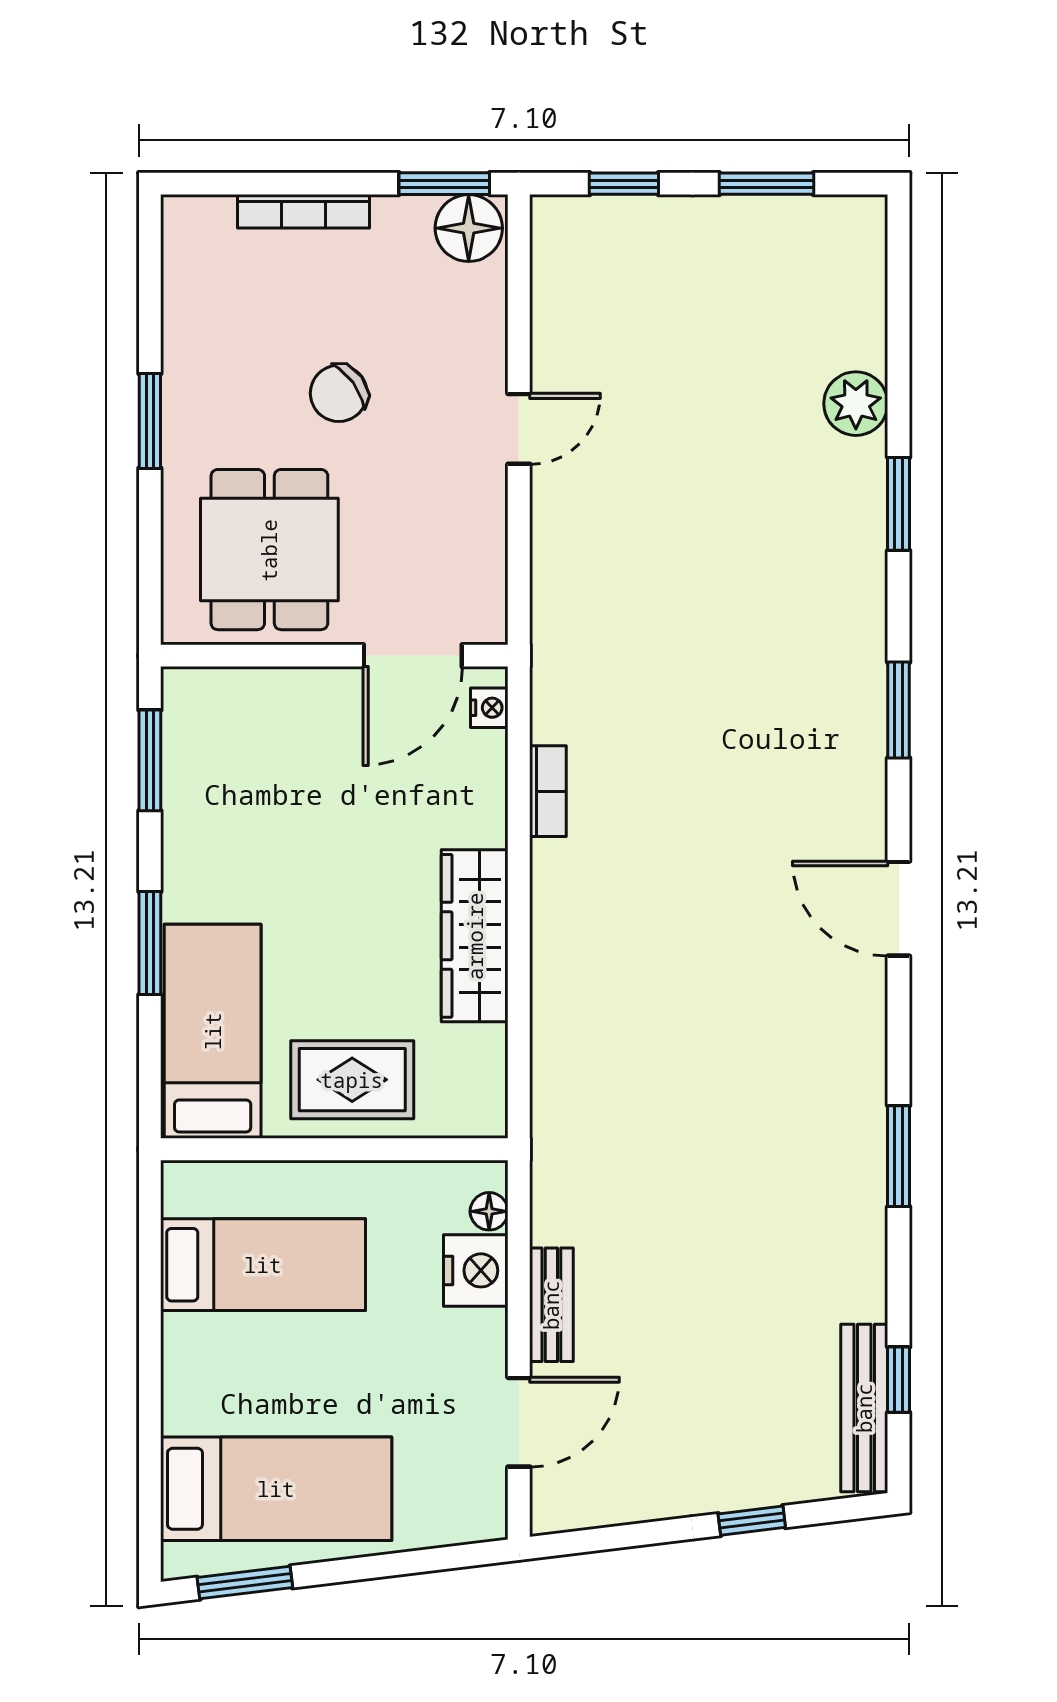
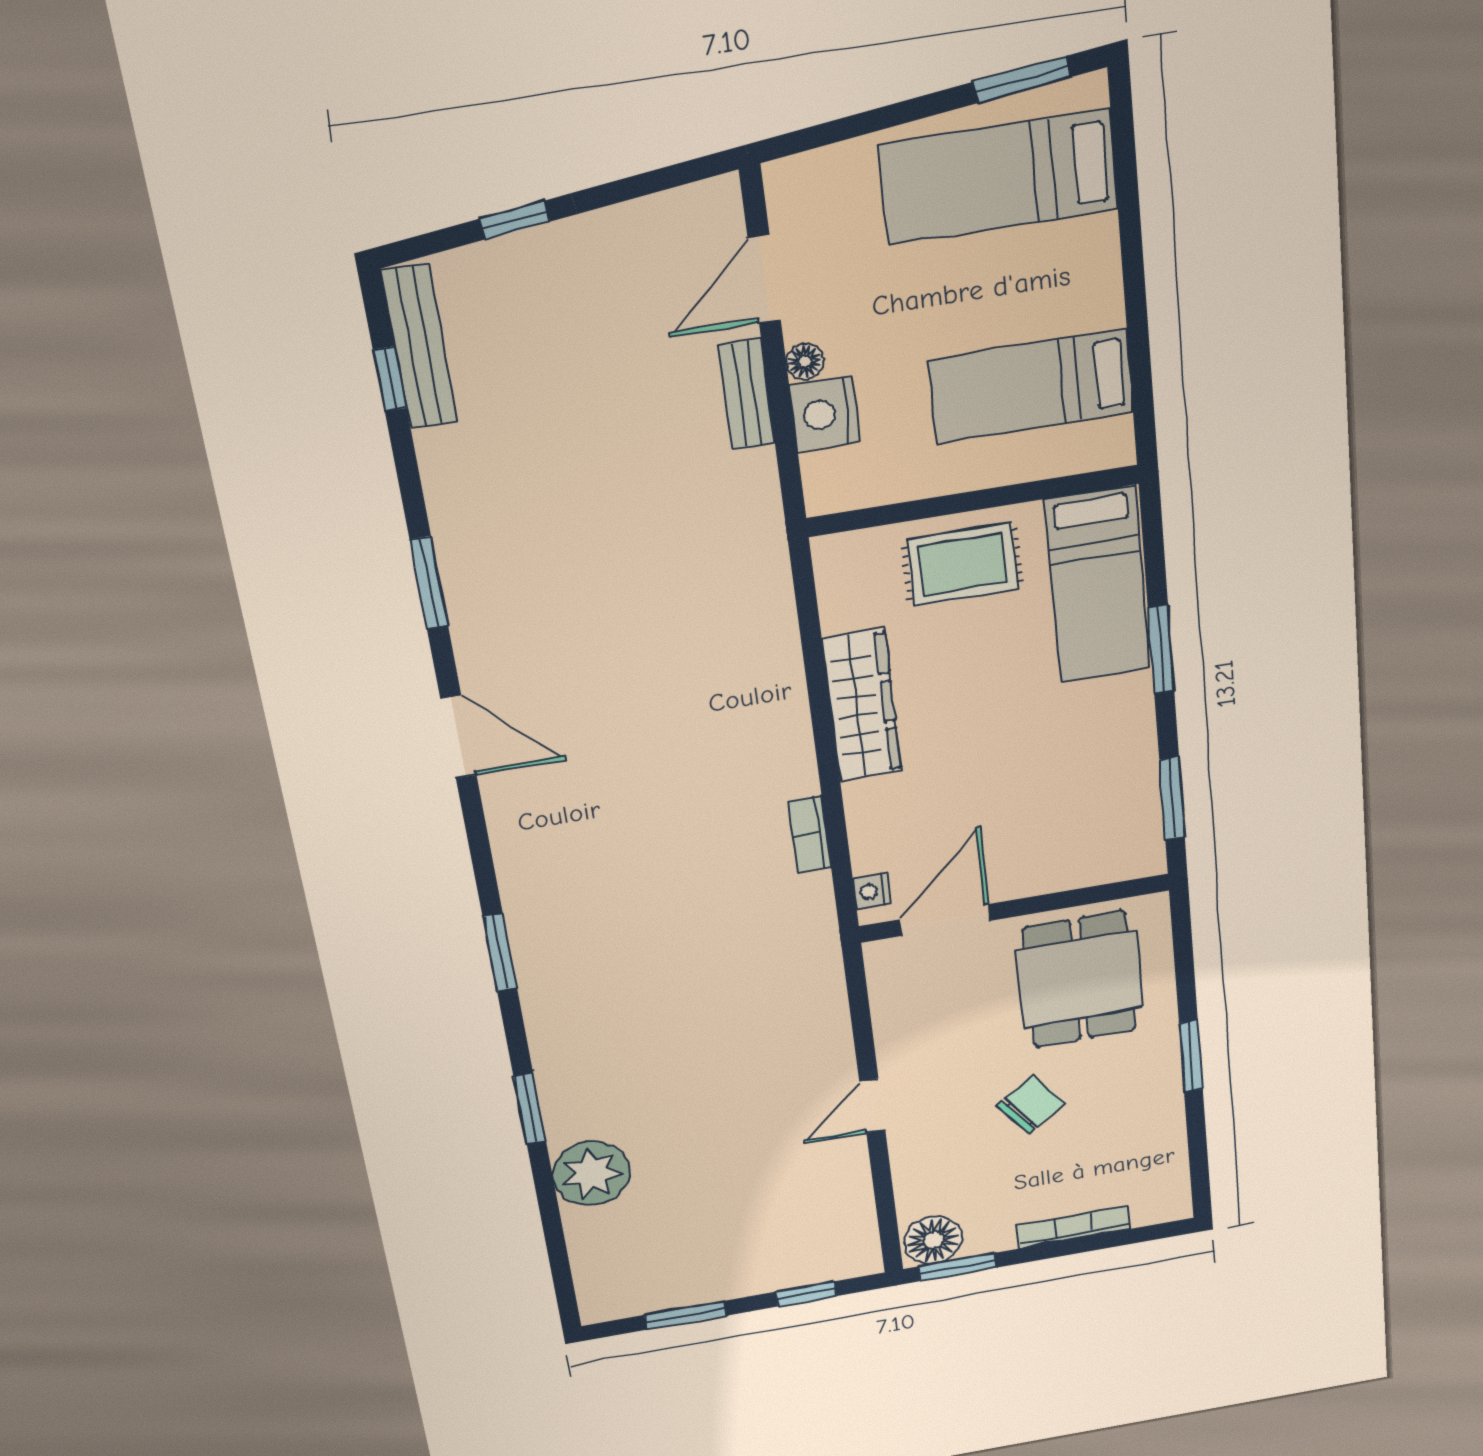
plant: (856, 404) -> (591, 1173), width x1.36, depth x1.36
door: (899, 909) -> (459, 737), moved
floor lamp: (489, 1211) -> (805, 362), moved

